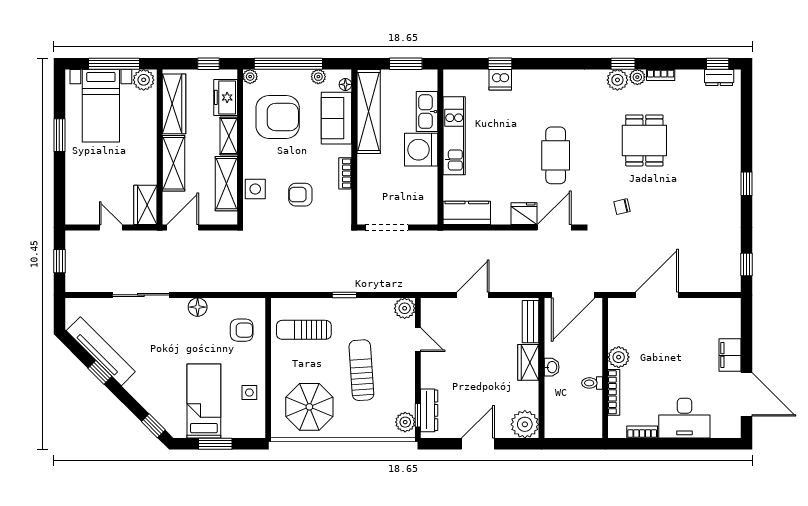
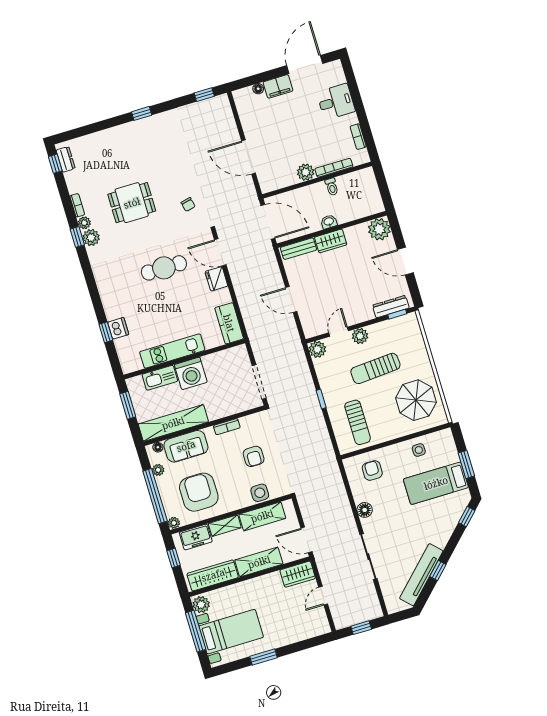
floor lamp: (734, 331) -> (258, 89), added
desk: (684, 418) -> (336, 102), width x0.73
plant: (405, 422) -> (360, 336), moved

